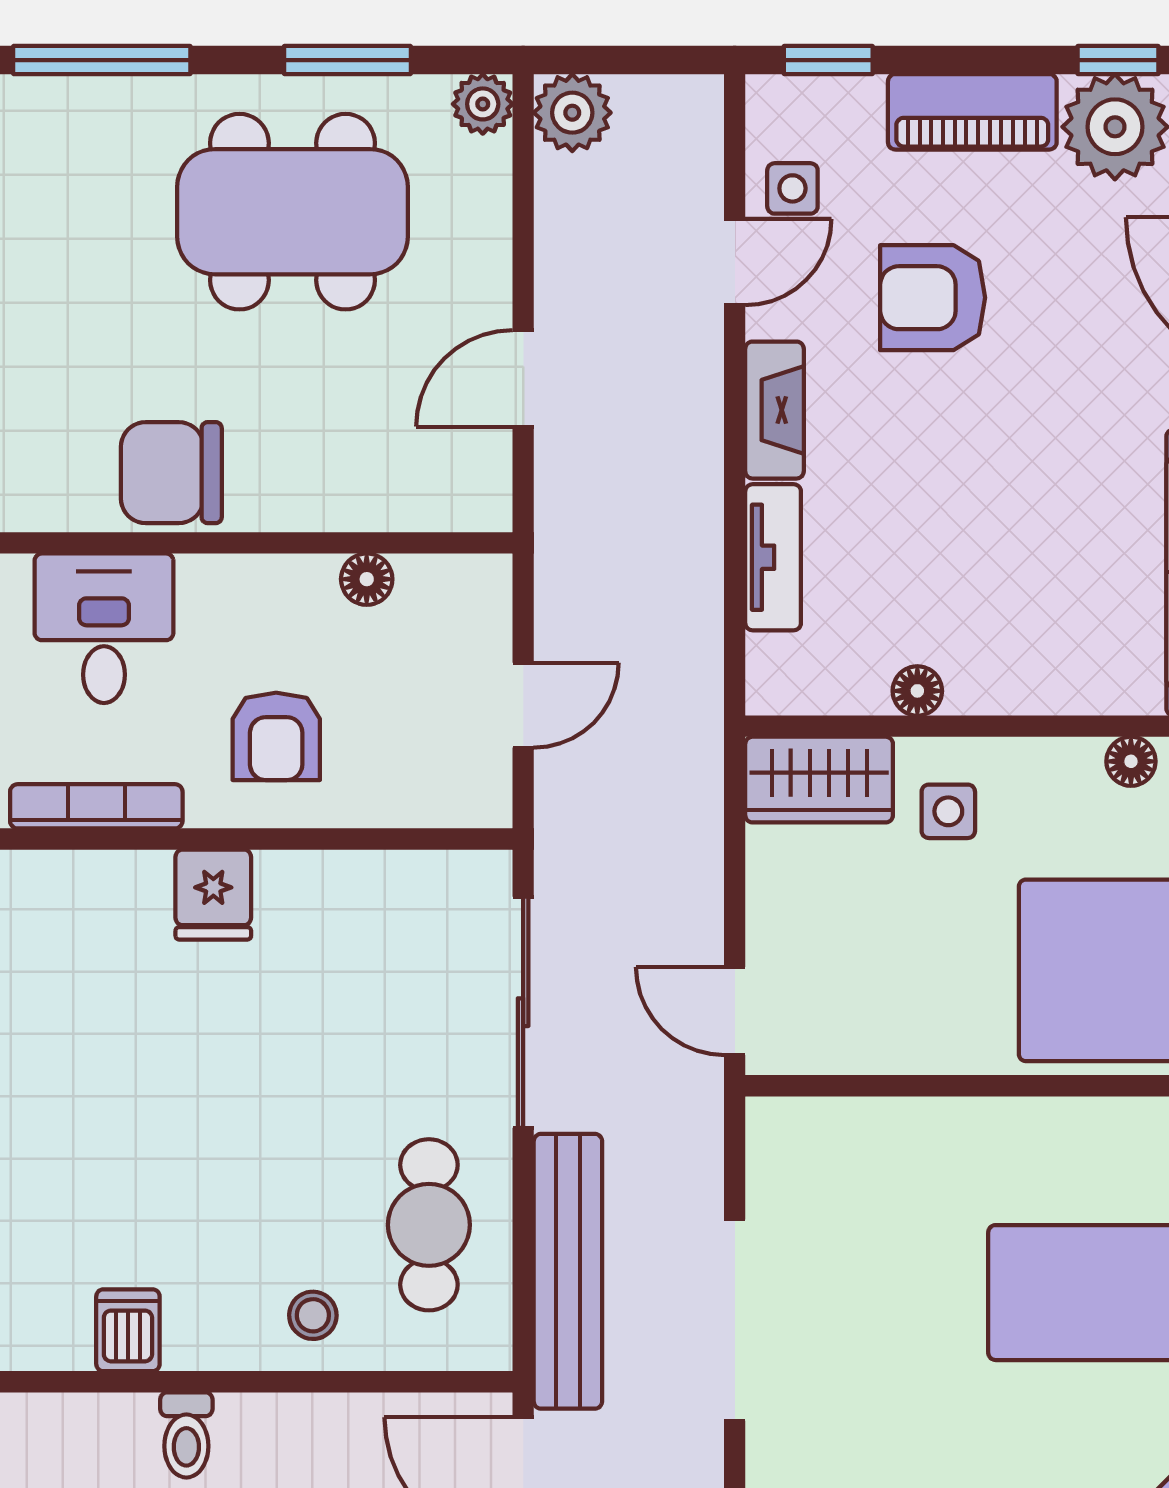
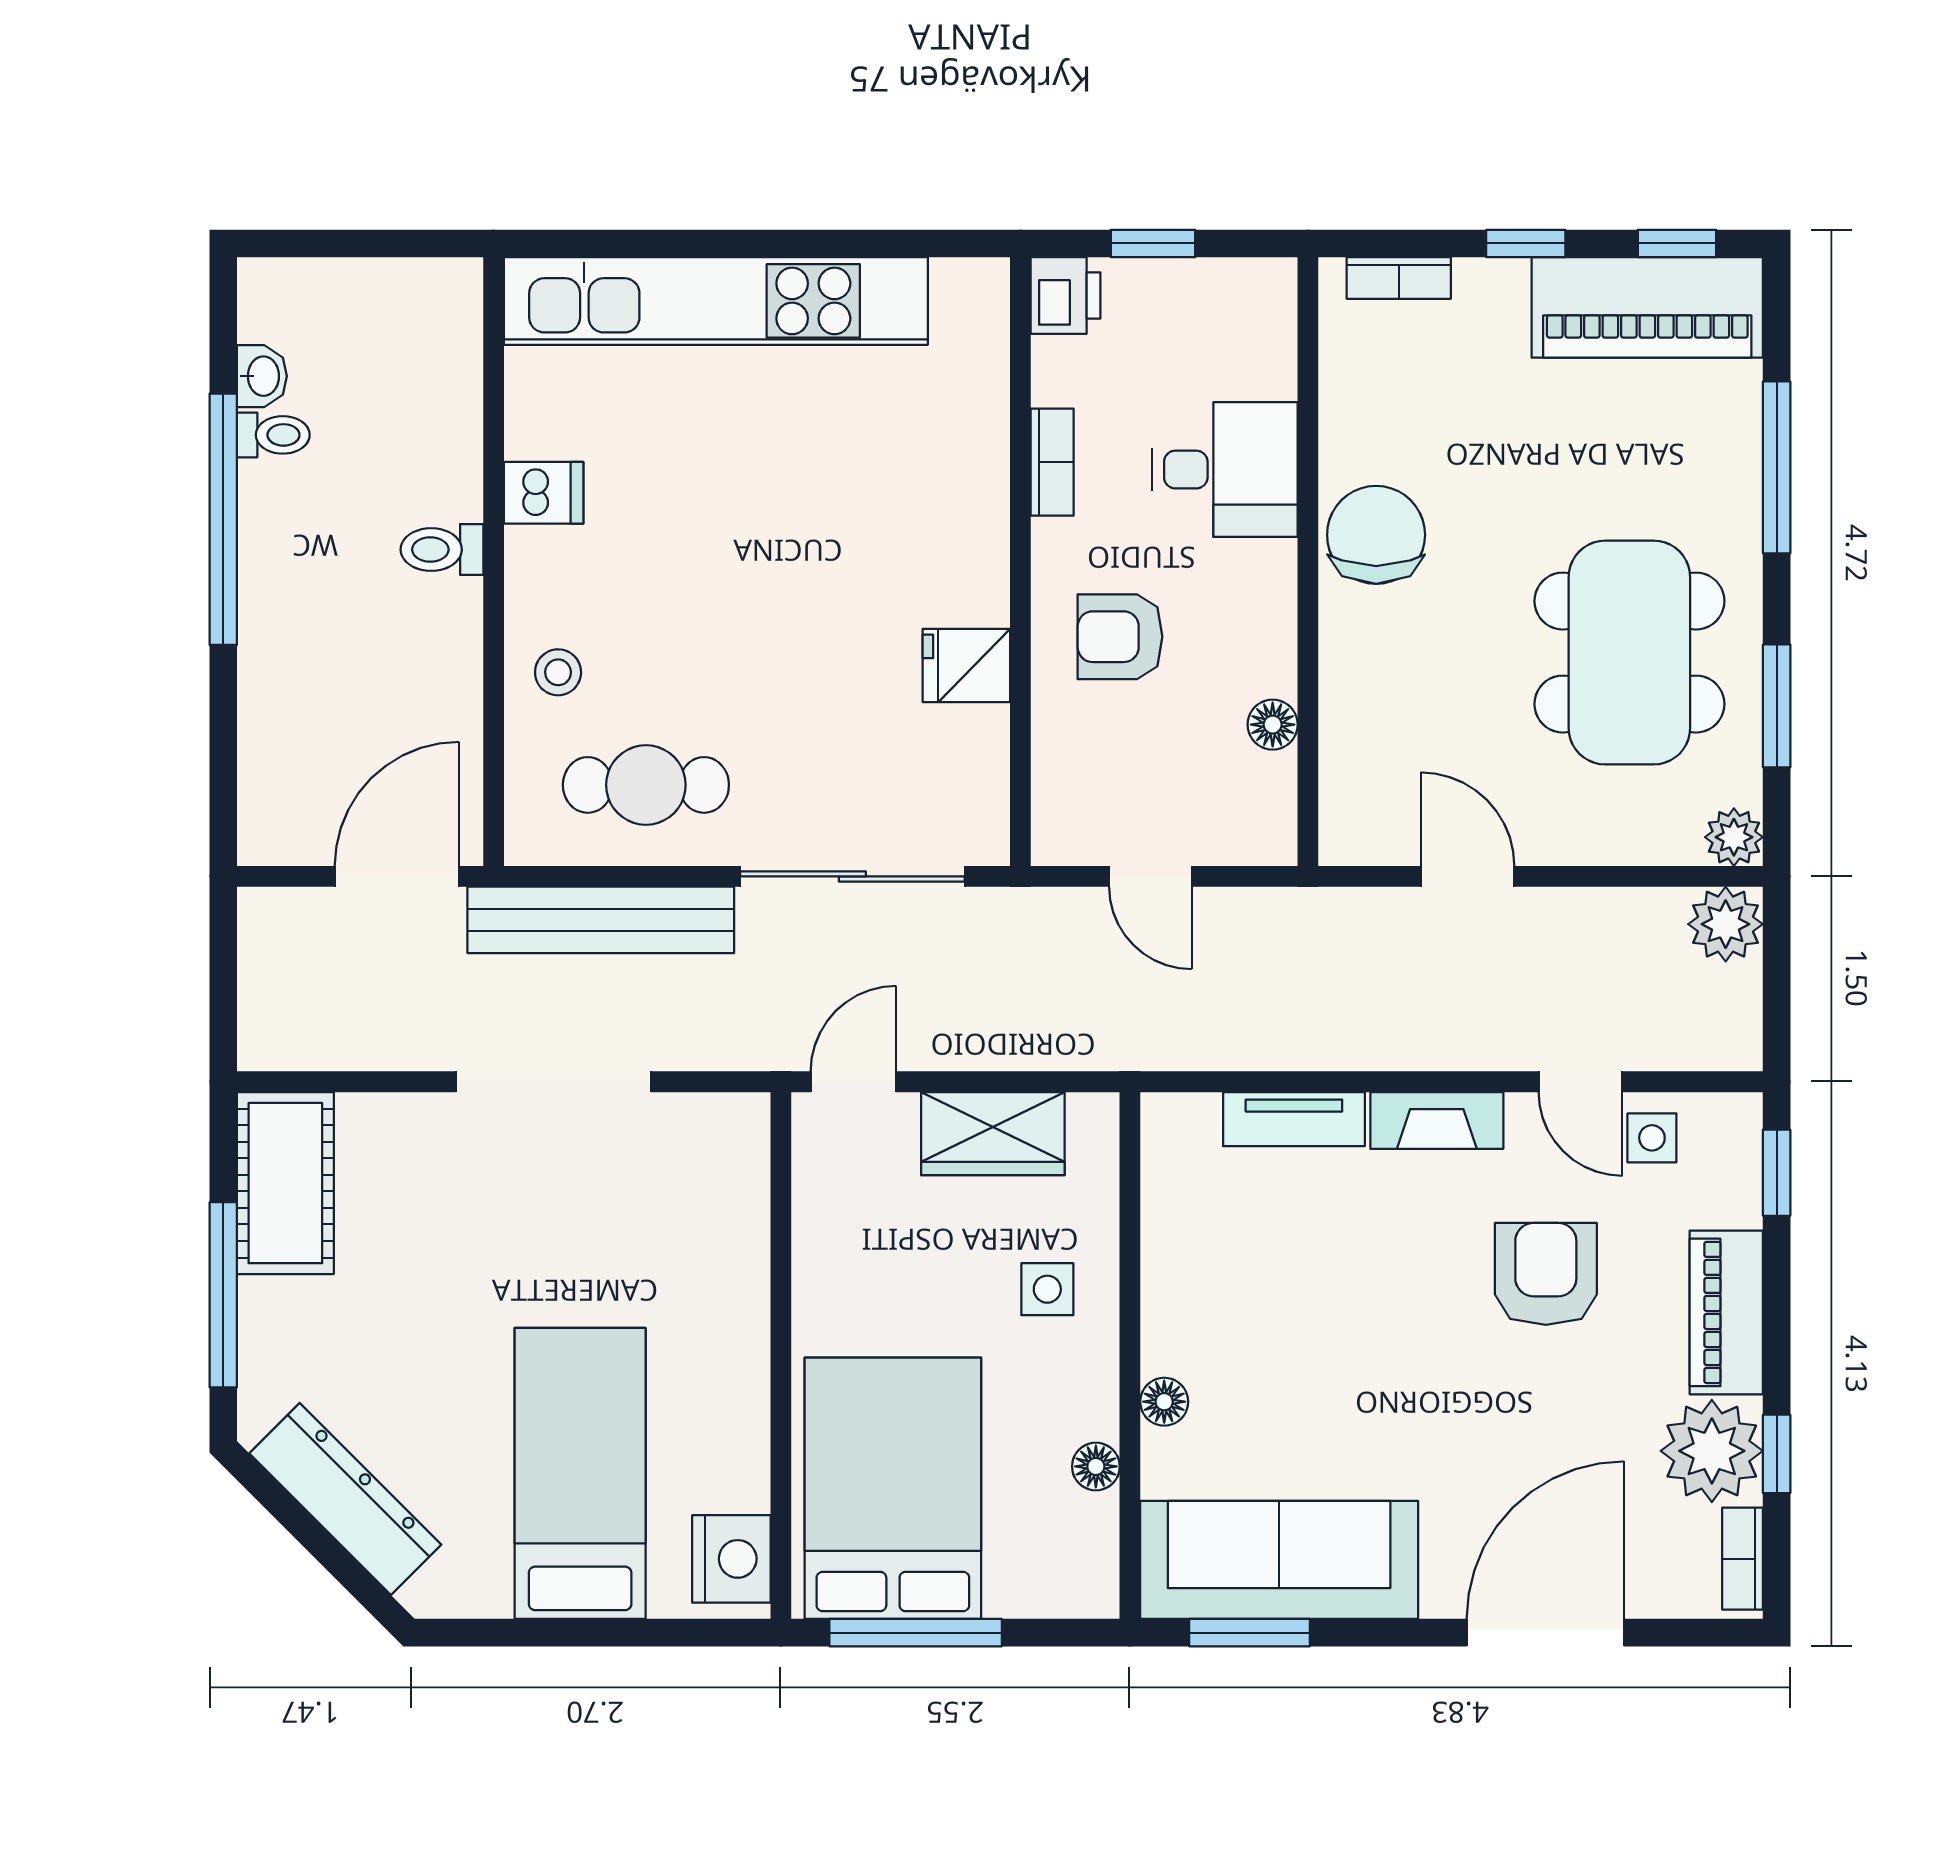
floor lamp: (917, 691) -> (1164, 1402), moved
wardrobe: (819, 780) -> (993, 1134), moved, turned -90
bookcase: (96, 806) -> (1052, 462), width x0.64
fridge: (213, 895) -> (966, 666), moved

